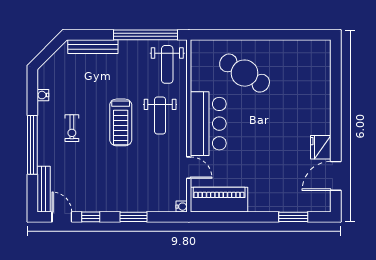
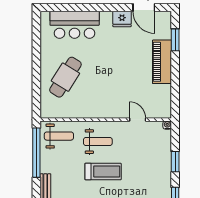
bar counter: (208, 124) -> (75, 25), moved, turned 180
door: (189, 168) -> (138, 120), hinge flipped
piano: (219, 200) -> (162, 62), moved

